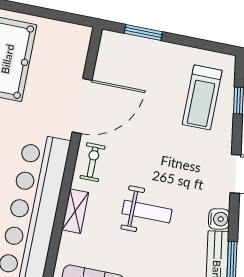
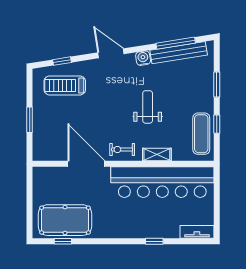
window: (143, 33) -> (30, 120), moved
treadmill: (202, 97) -> (65, 85), turned 180

